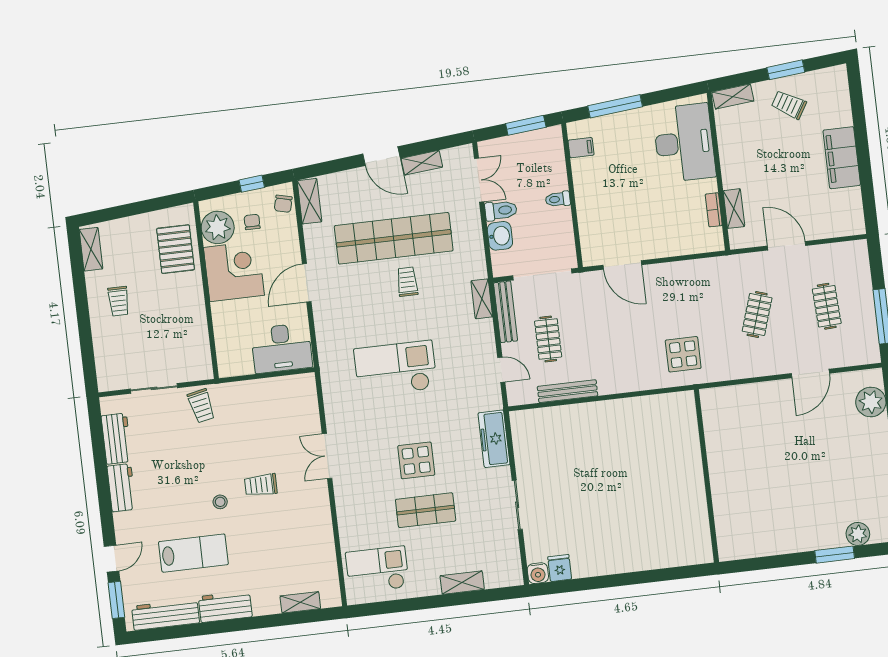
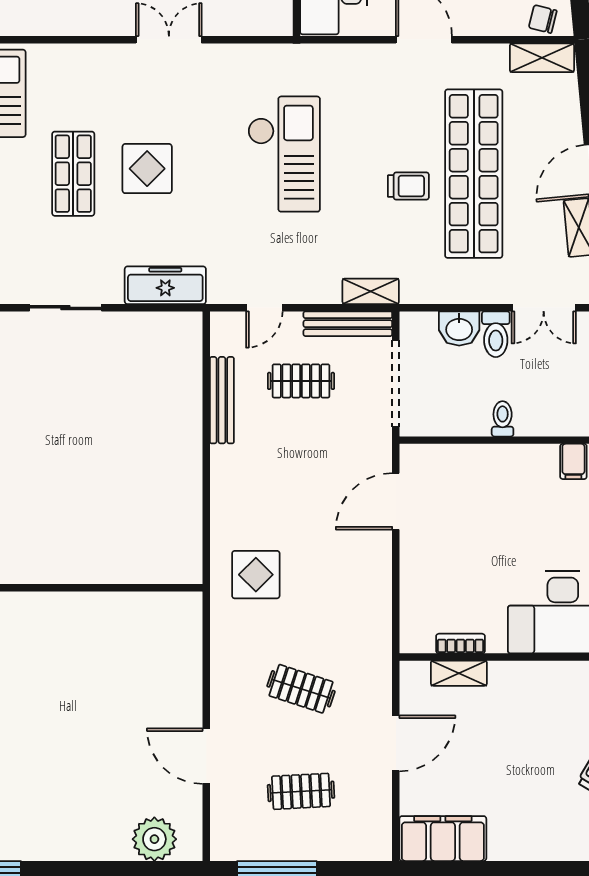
filing cabinet: (842, 158) -> (443, 839), moved

